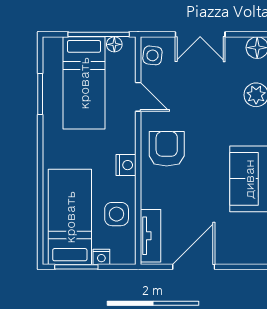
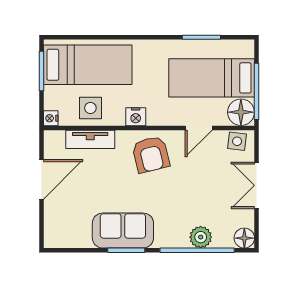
floor lamp: (114, 44) -> (241, 112), width x1.89, depth x1.89
armchair: (167, 149) -> (151, 154), turned 76
tv unit: (150, 236) -> (90, 139), moved
nightstand: (101, 257) -> (51, 118), moved
door: (194, 267) -> (41, 179), hinge flipped

